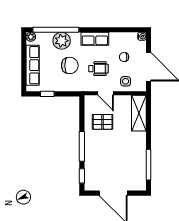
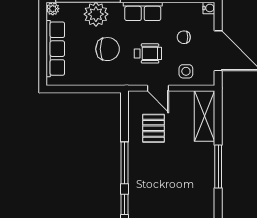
window: (47, 94) -> (76, 89), removed
pallet: (103, 122) -> (154, 128), turned 90
window: (148, 165) -> (218, 166), moved

